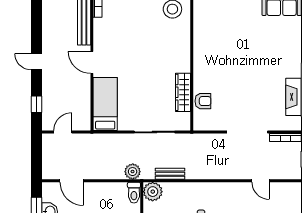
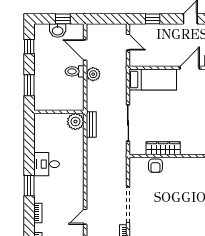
plant: (133, 172) -> (93, 74), moved
bench: (170, 174) -> (91, 124), moved
door: (72, 181) -> (85, 50), hinge flipped
toilet: (134, 193) -> (75, 71), moved

